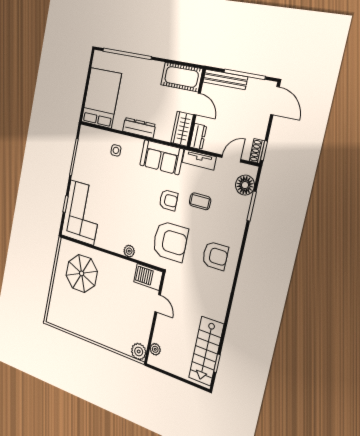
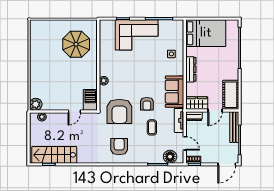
corner sofa: (82, 213) -> (137, 35), moved
armchair: (215, 256) -> (119, 147), turned 180

